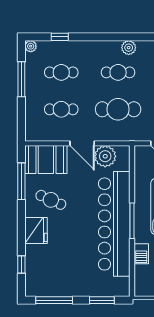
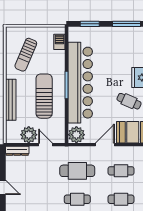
door: (82, 143) -> (105, 145), hinge flipped
plant: (105, 156) -> (76, 135), moved
barbecue: (141, 254) -> (59, 42), moved

